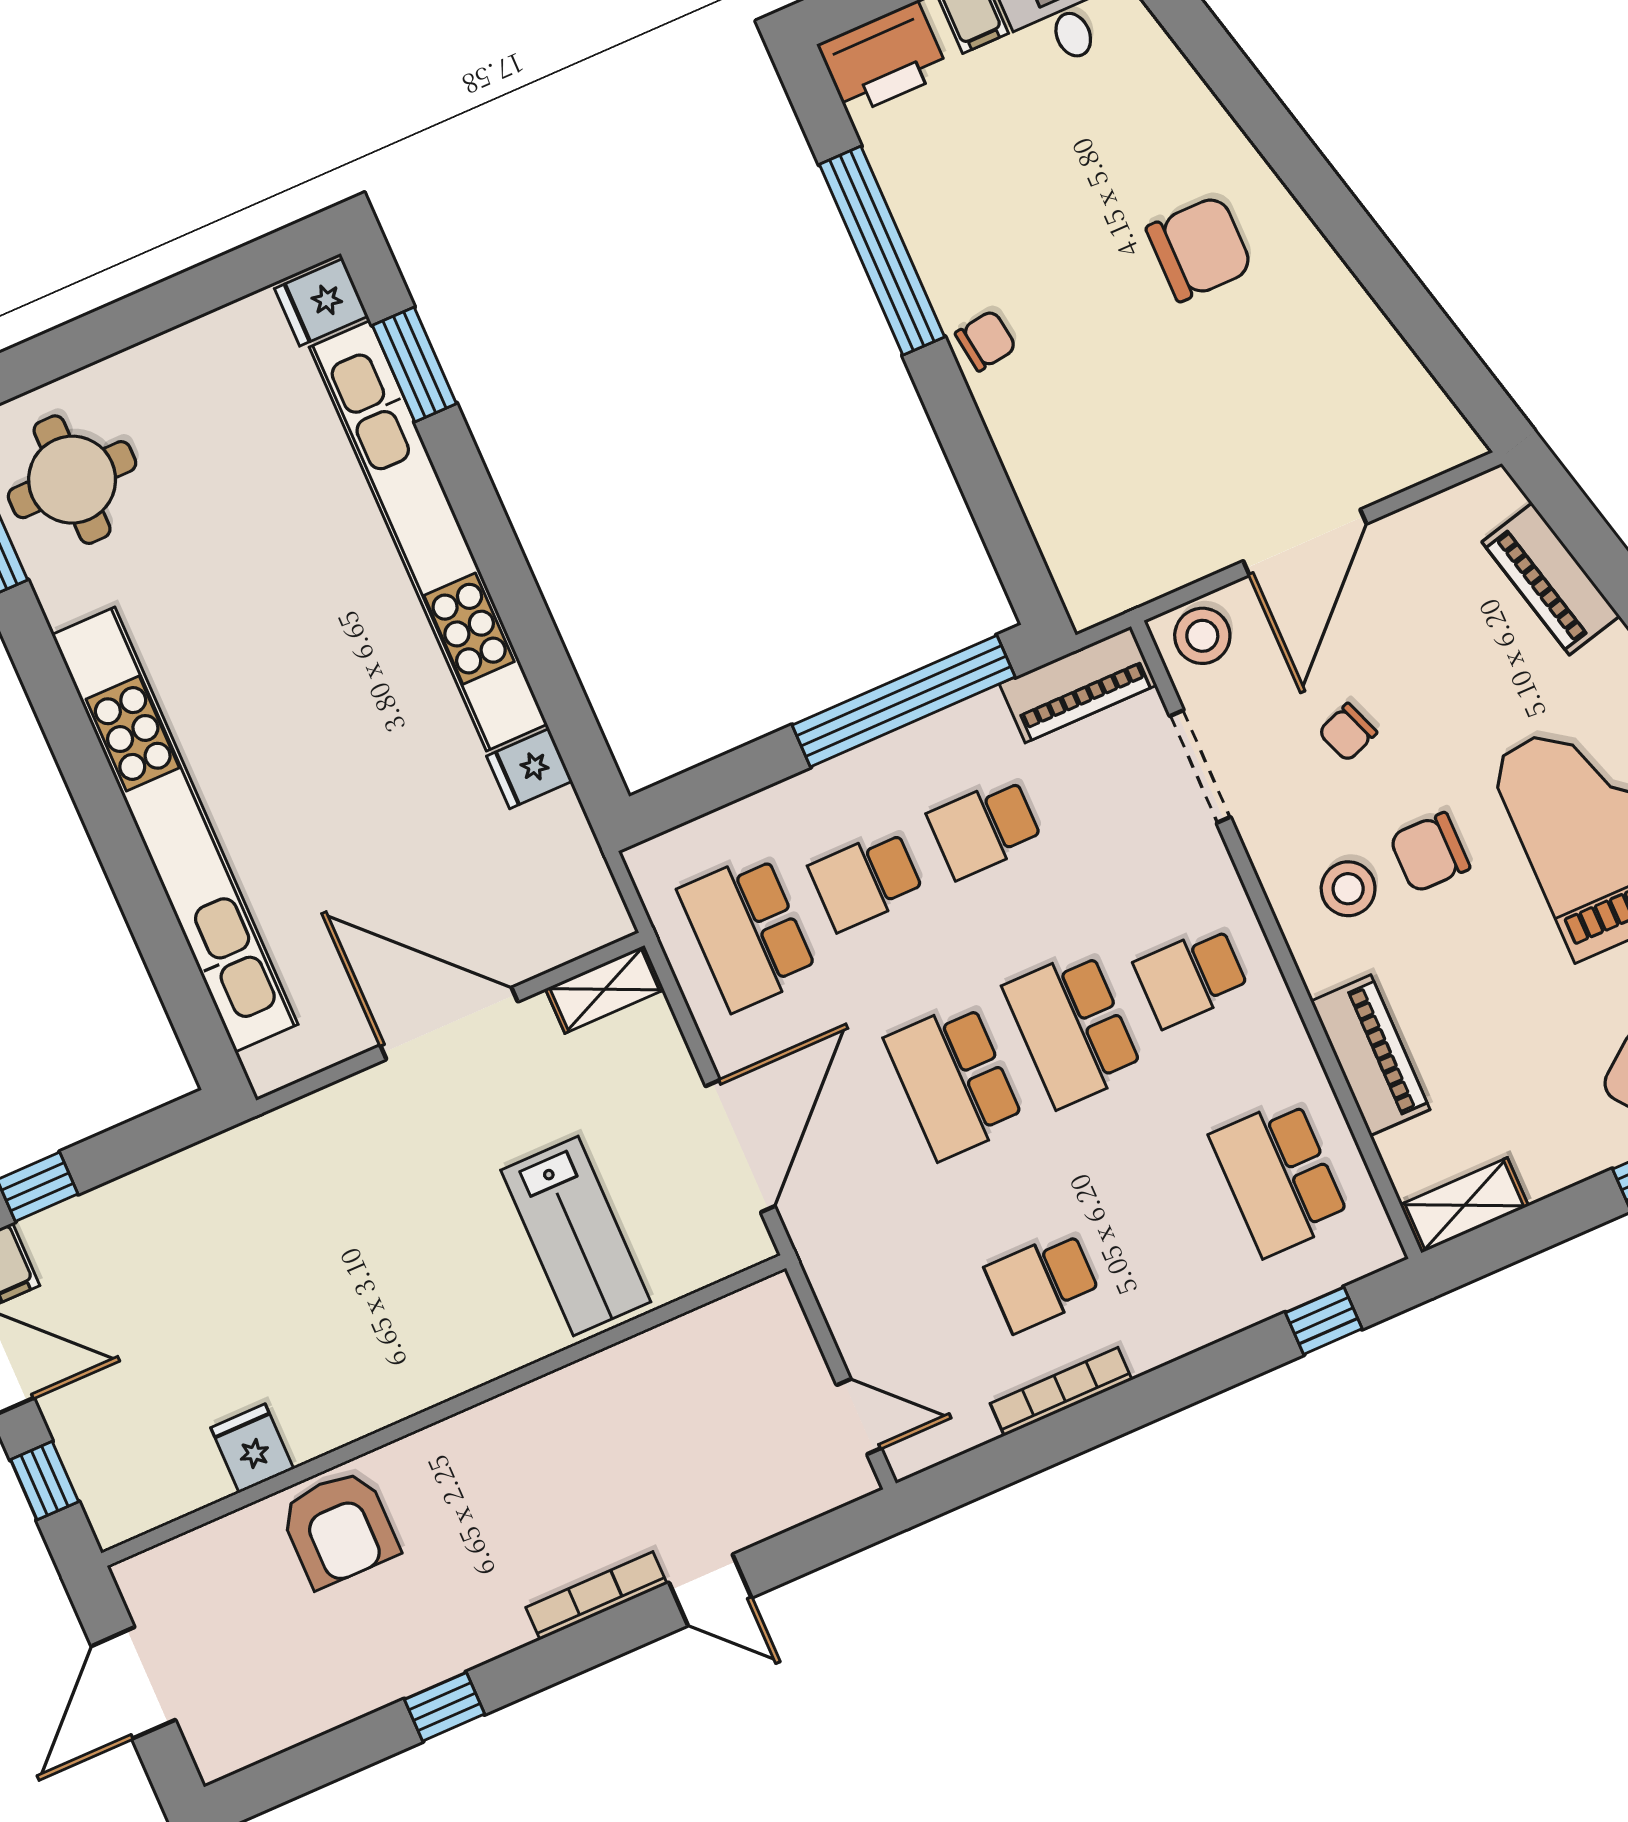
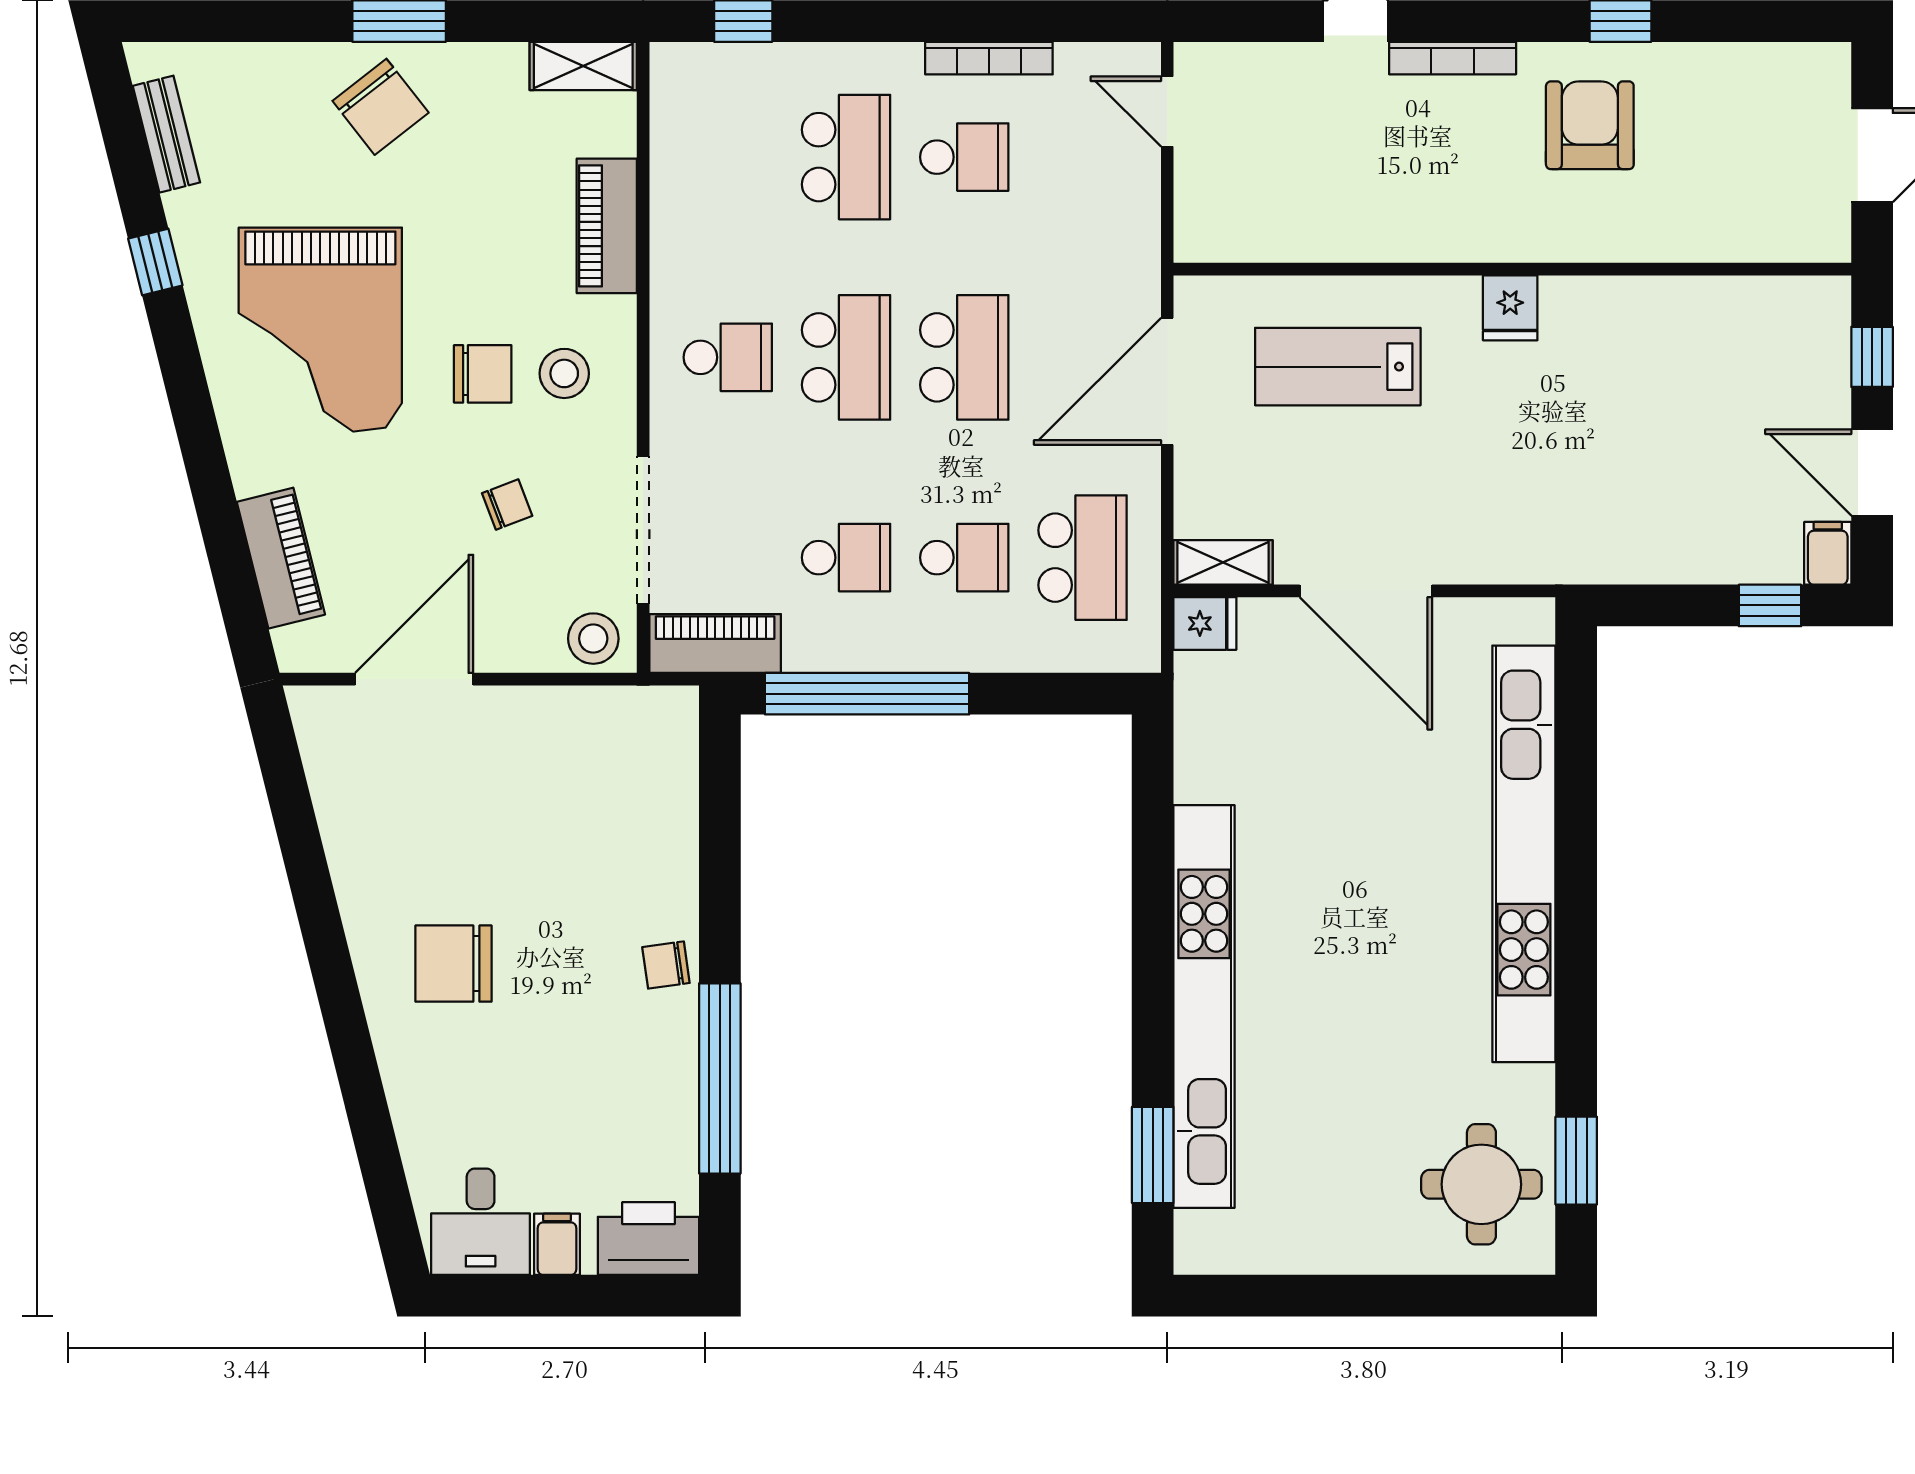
fridge: (321, 302) -> (1208, 1241), removed
door: (1305, 542) -> (414, 679), moved
doorway: (1200, 767) -> (643, 530), width x1.36
fridge: (529, 769) -> (1205, 623), moved
school desk: (1279, 1178) -> (846, 157), moved
lab bench: (576, 1236) -> (1338, 367), turned -90
fridge: (252, 1448) -> (1510, 308), moved
armchair: (339, 1528) -> (1590, 125), moved

